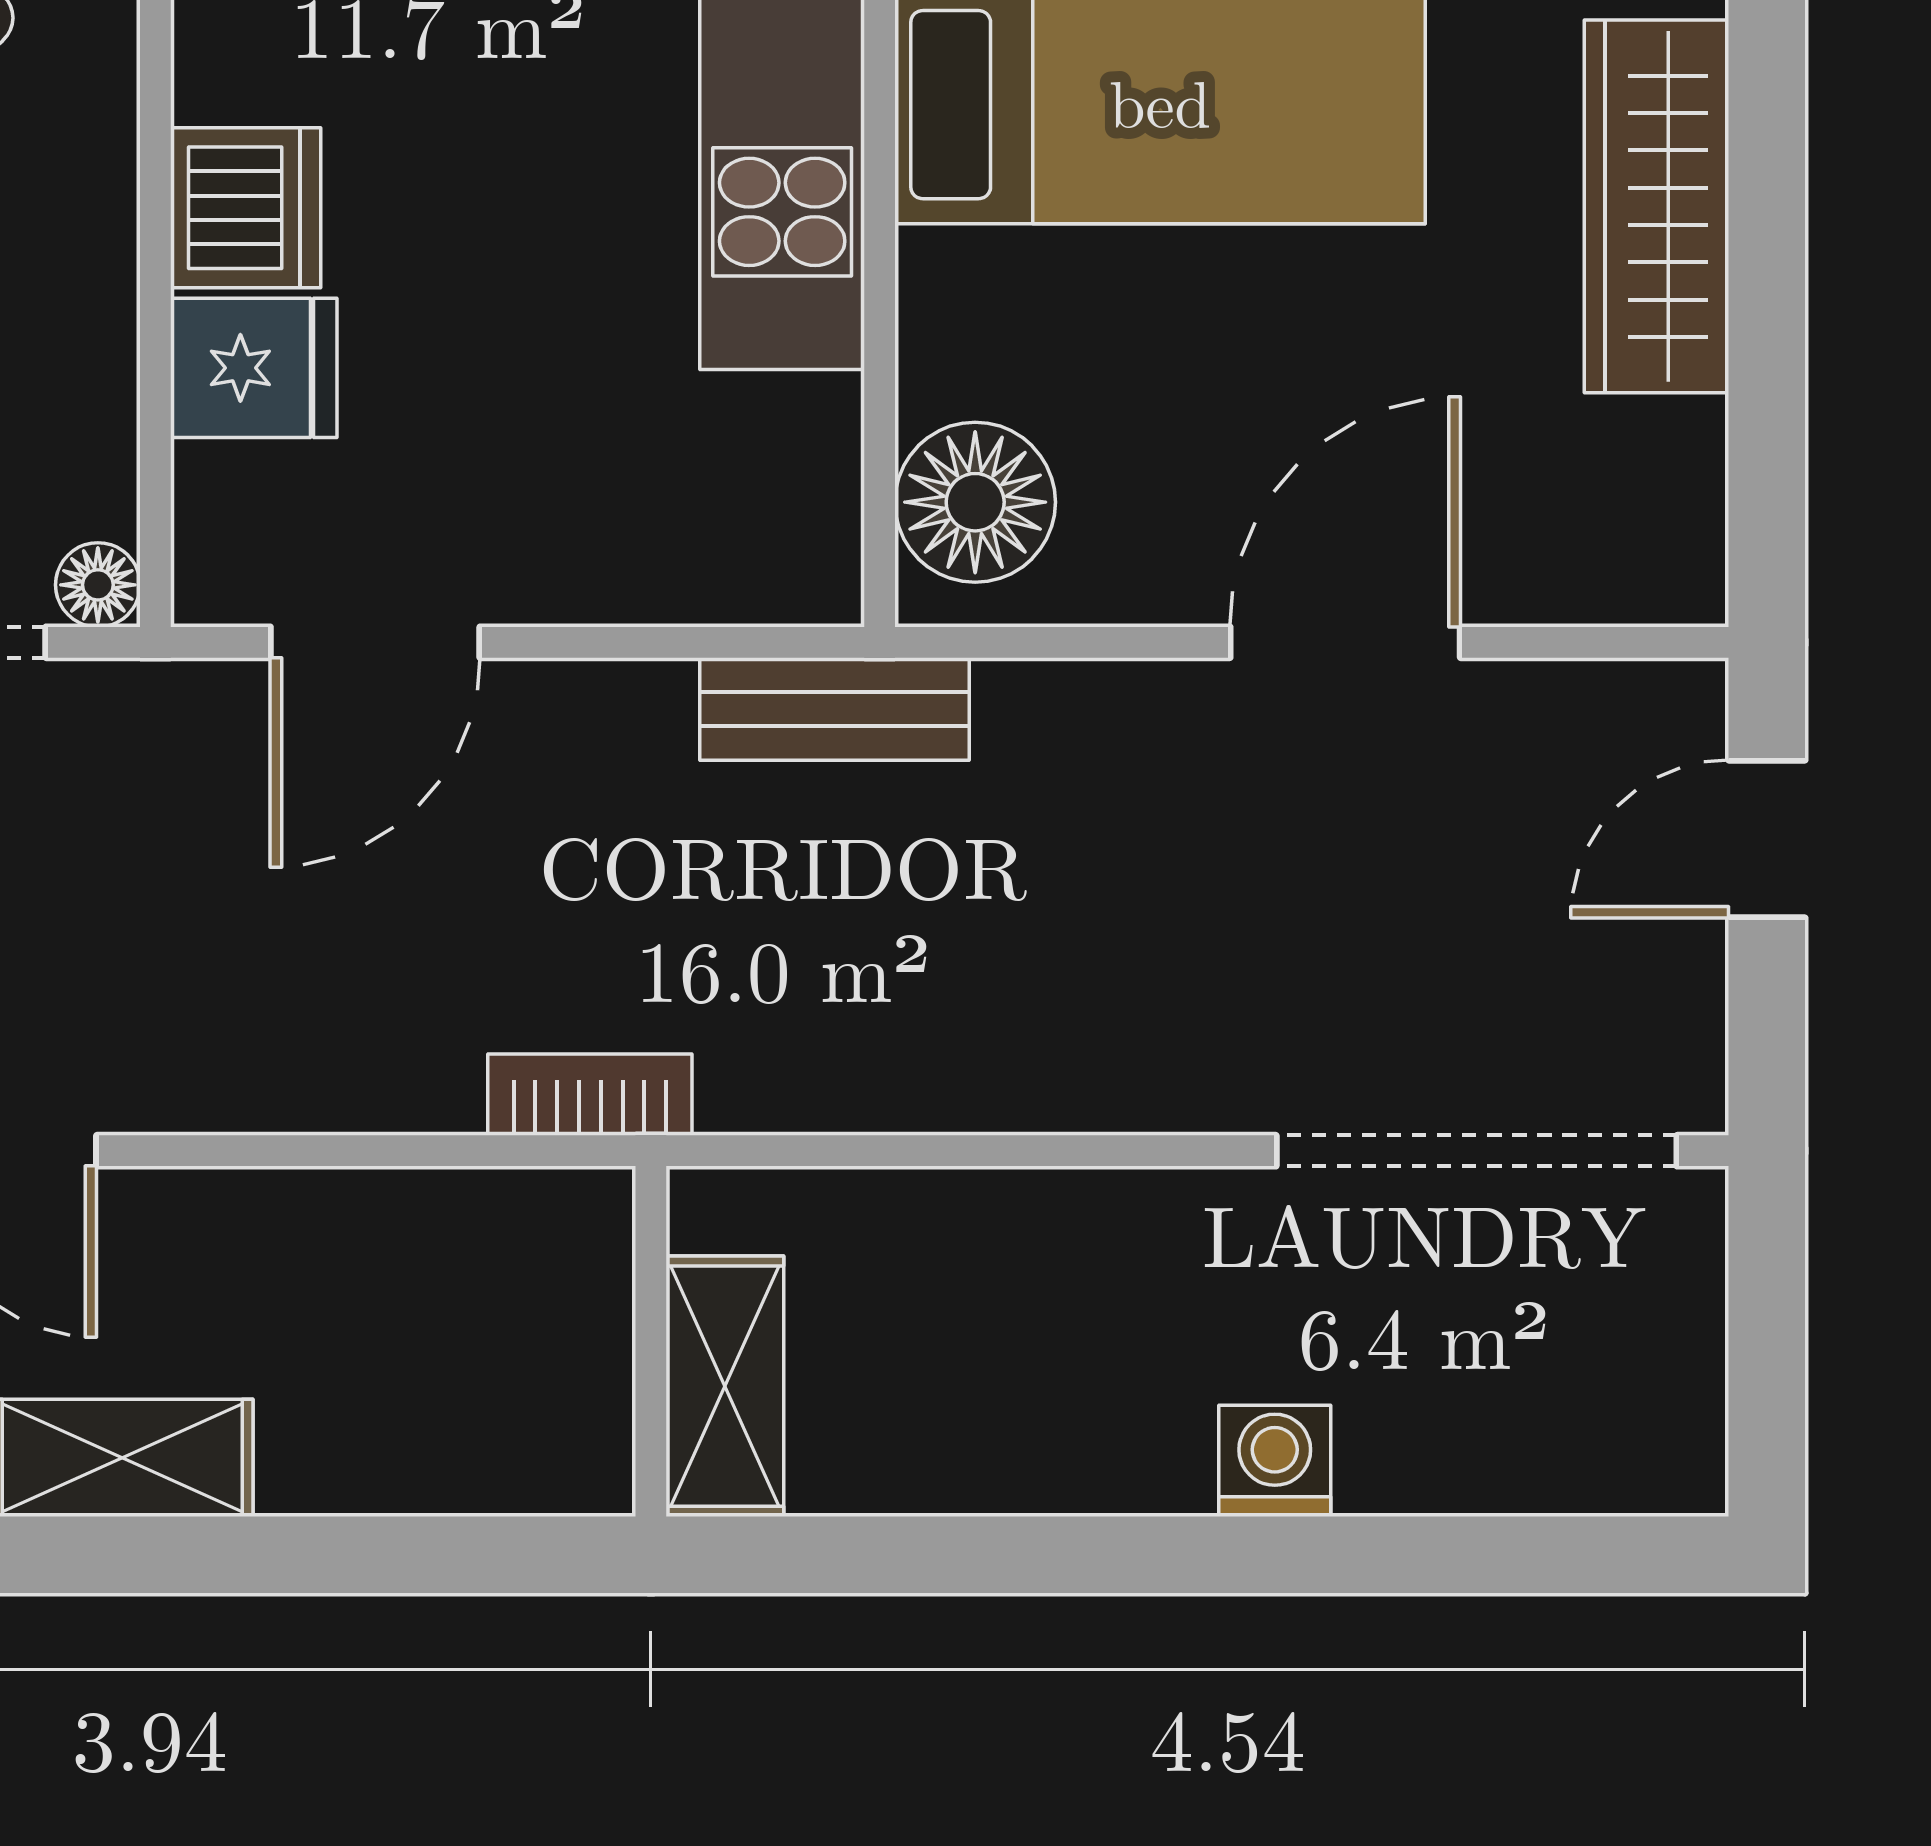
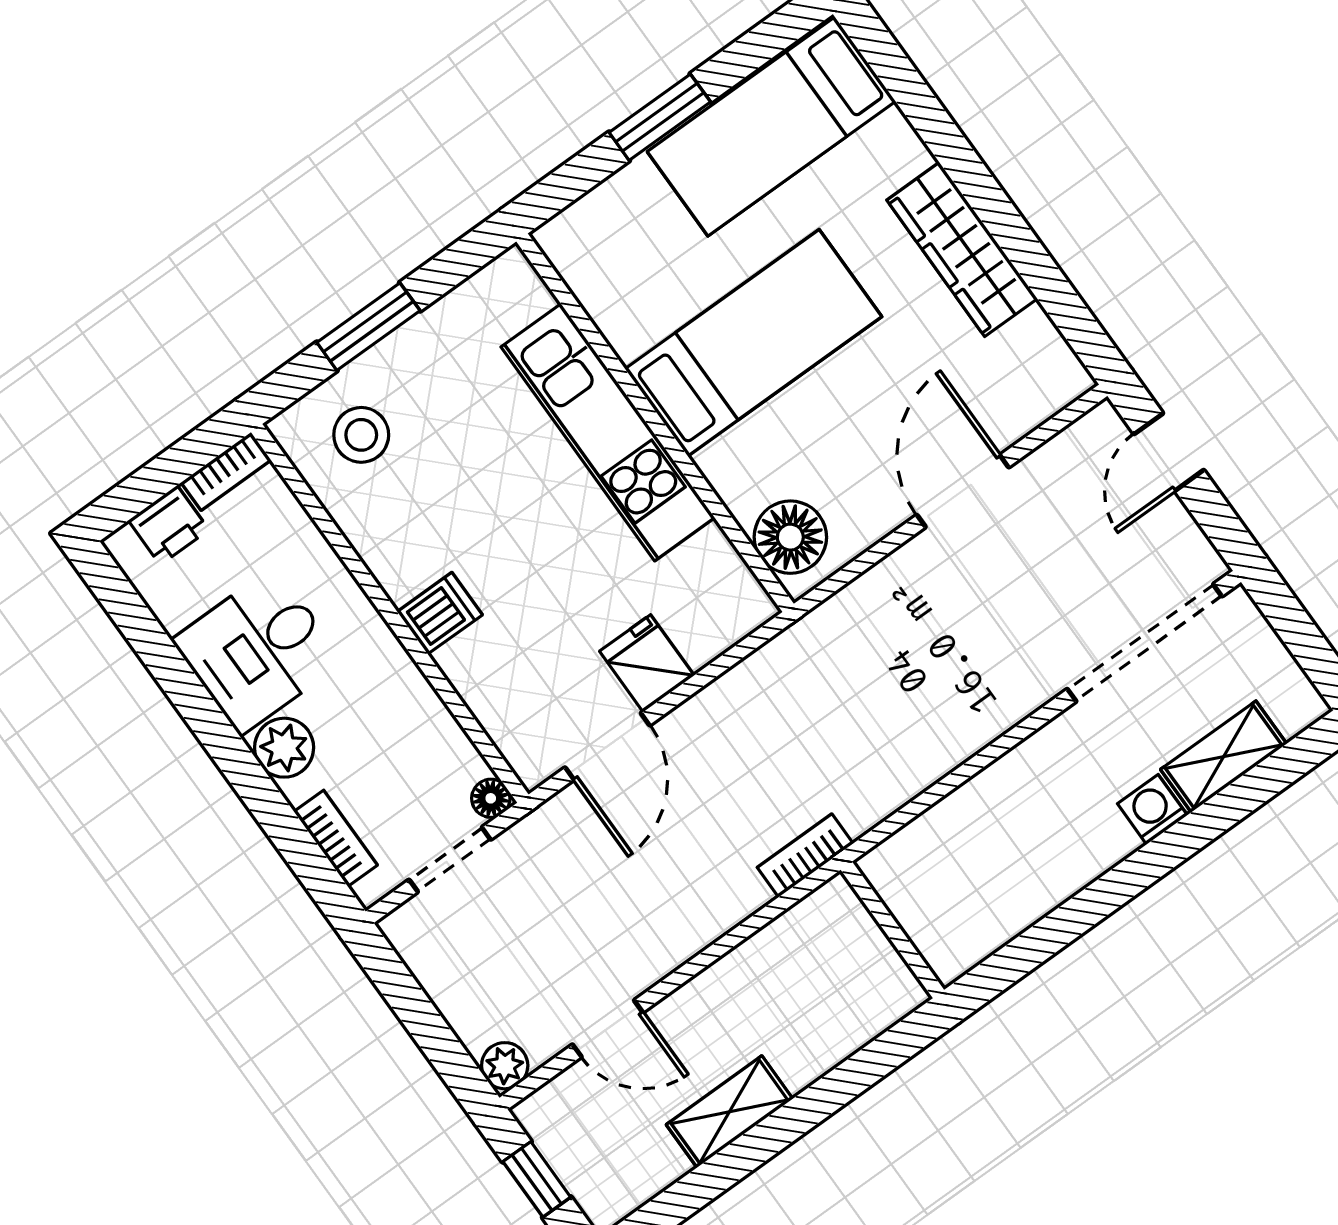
dishwasher: (246, 208) -> (440, 613), width x0.73
fridge: (254, 368) -> (647, 663), moved, turned -90
bench: (835, 709) -> (793, 650), removed
shelving: (725, 1386) -> (1224, 757), moved, turned 90

